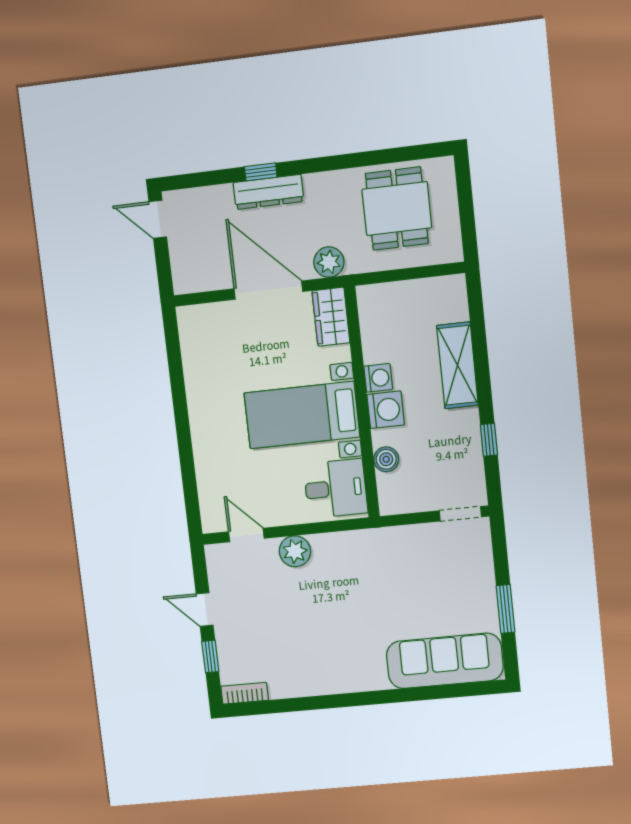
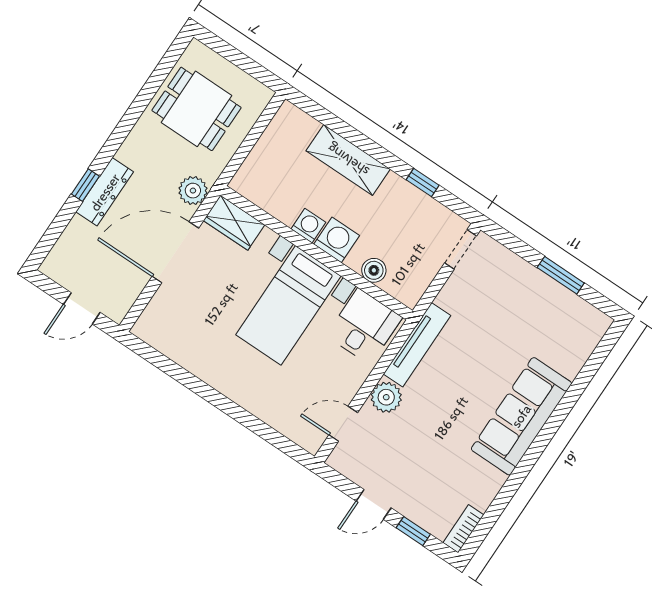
door: (158, 219) -> (82, 308), moved
tv unit: (356, 542) -> (417, 345), added
sofa: (445, 661) -> (521, 416), moved

